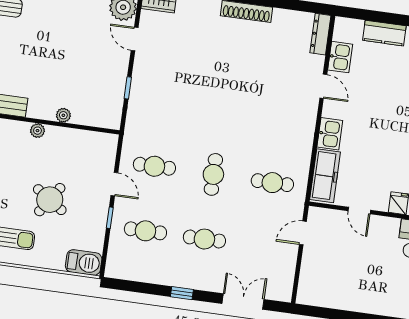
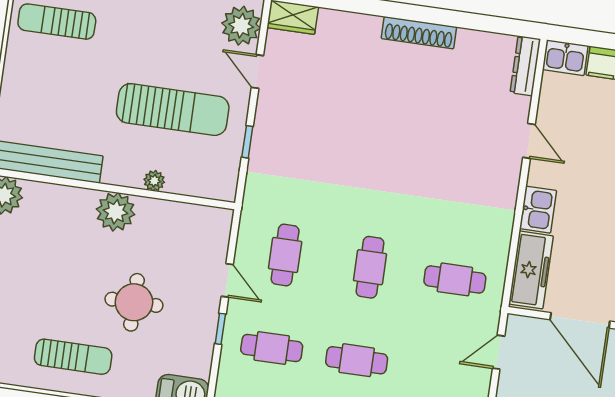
kitchen sink: (340, 57) -> (565, 58), moved, turned 90
sun lounger: (76, 66) -> (173, 110), added
plant: (37, 131) -> (116, 212), width x1.87, depth x1.87
cafe table: (154, 166) -> (285, 255), turned 90
round table: (50, 200) -> (134, 302), turned -34
door: (359, 211) -> (580, 320), width x1.88

